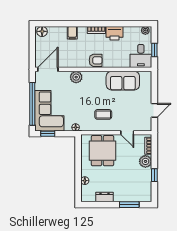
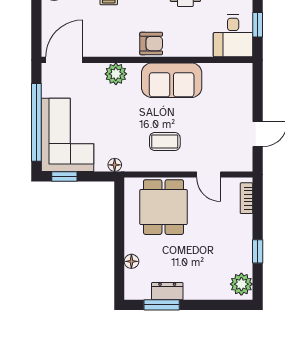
sofa: (123, 81) -> (172, 80), moved
plant: (145, 161) -> (241, 284), moved
window: (129, 205) -> (162, 305), moved

